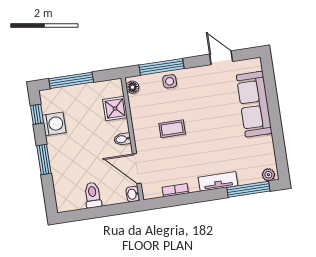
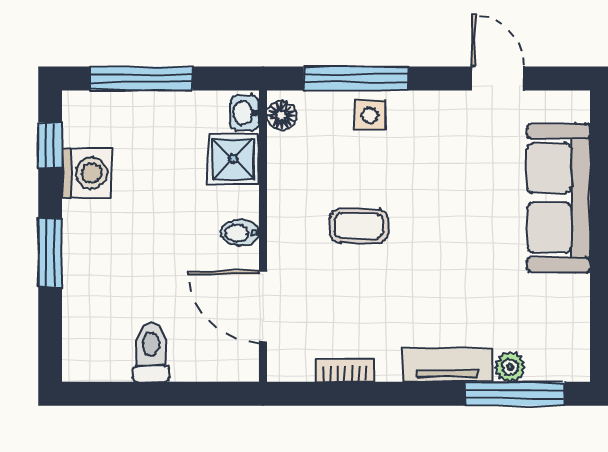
plant: (268, 175) -> (510, 367), moved
washbasin: (133, 194) -> (245, 113), moved

